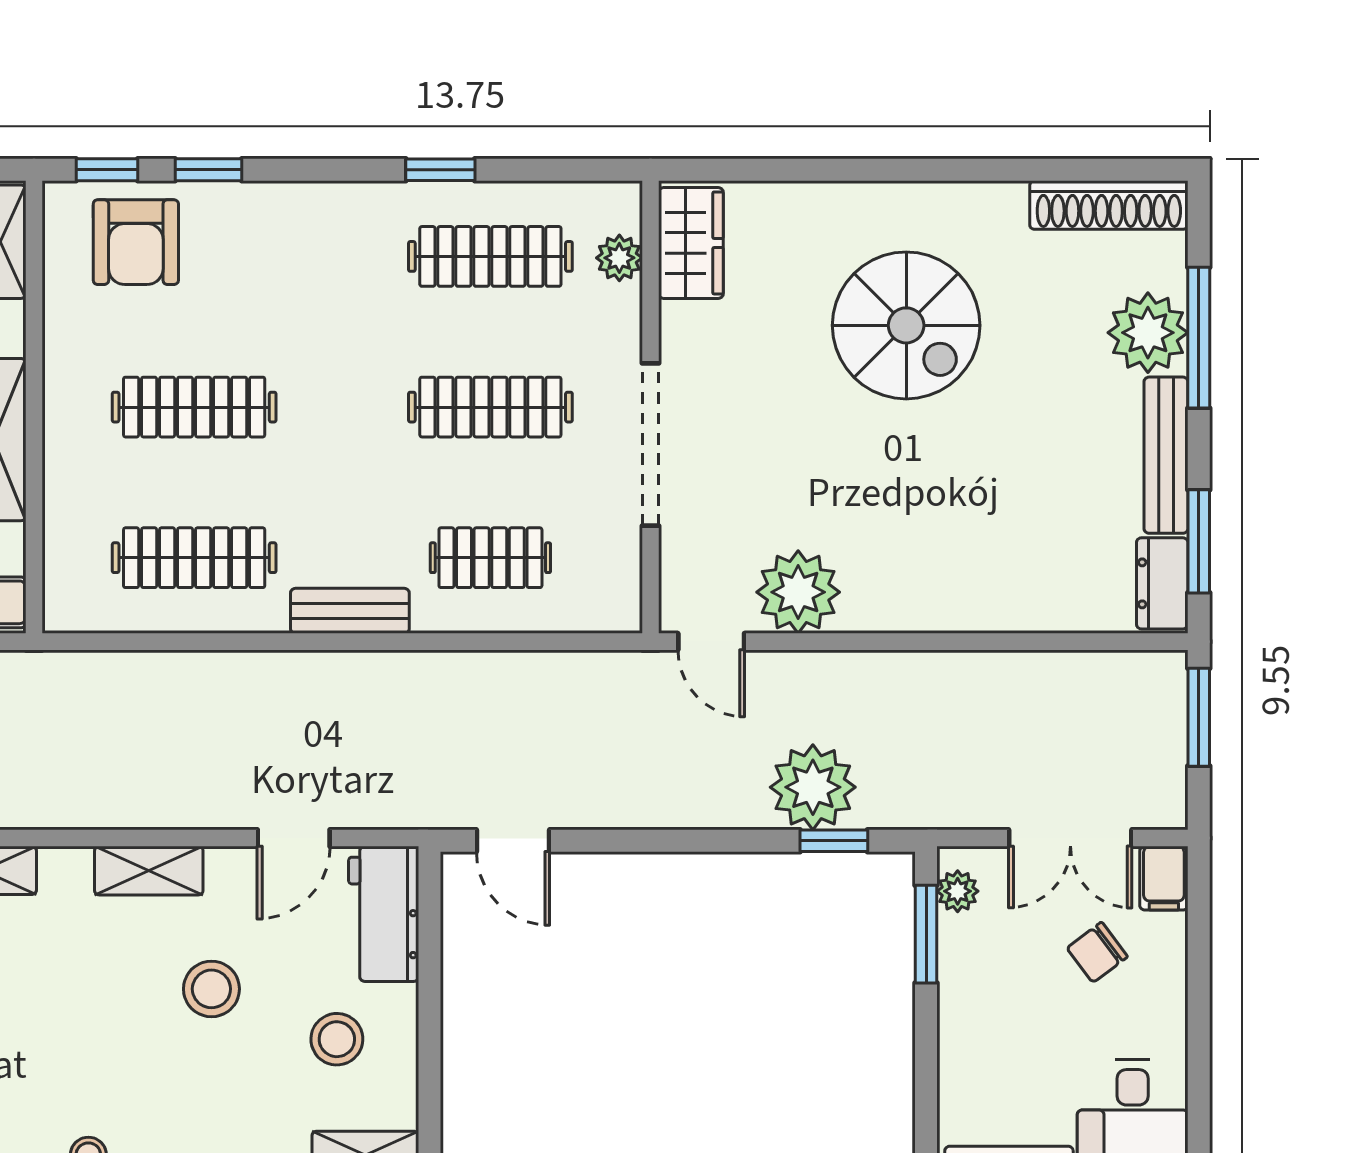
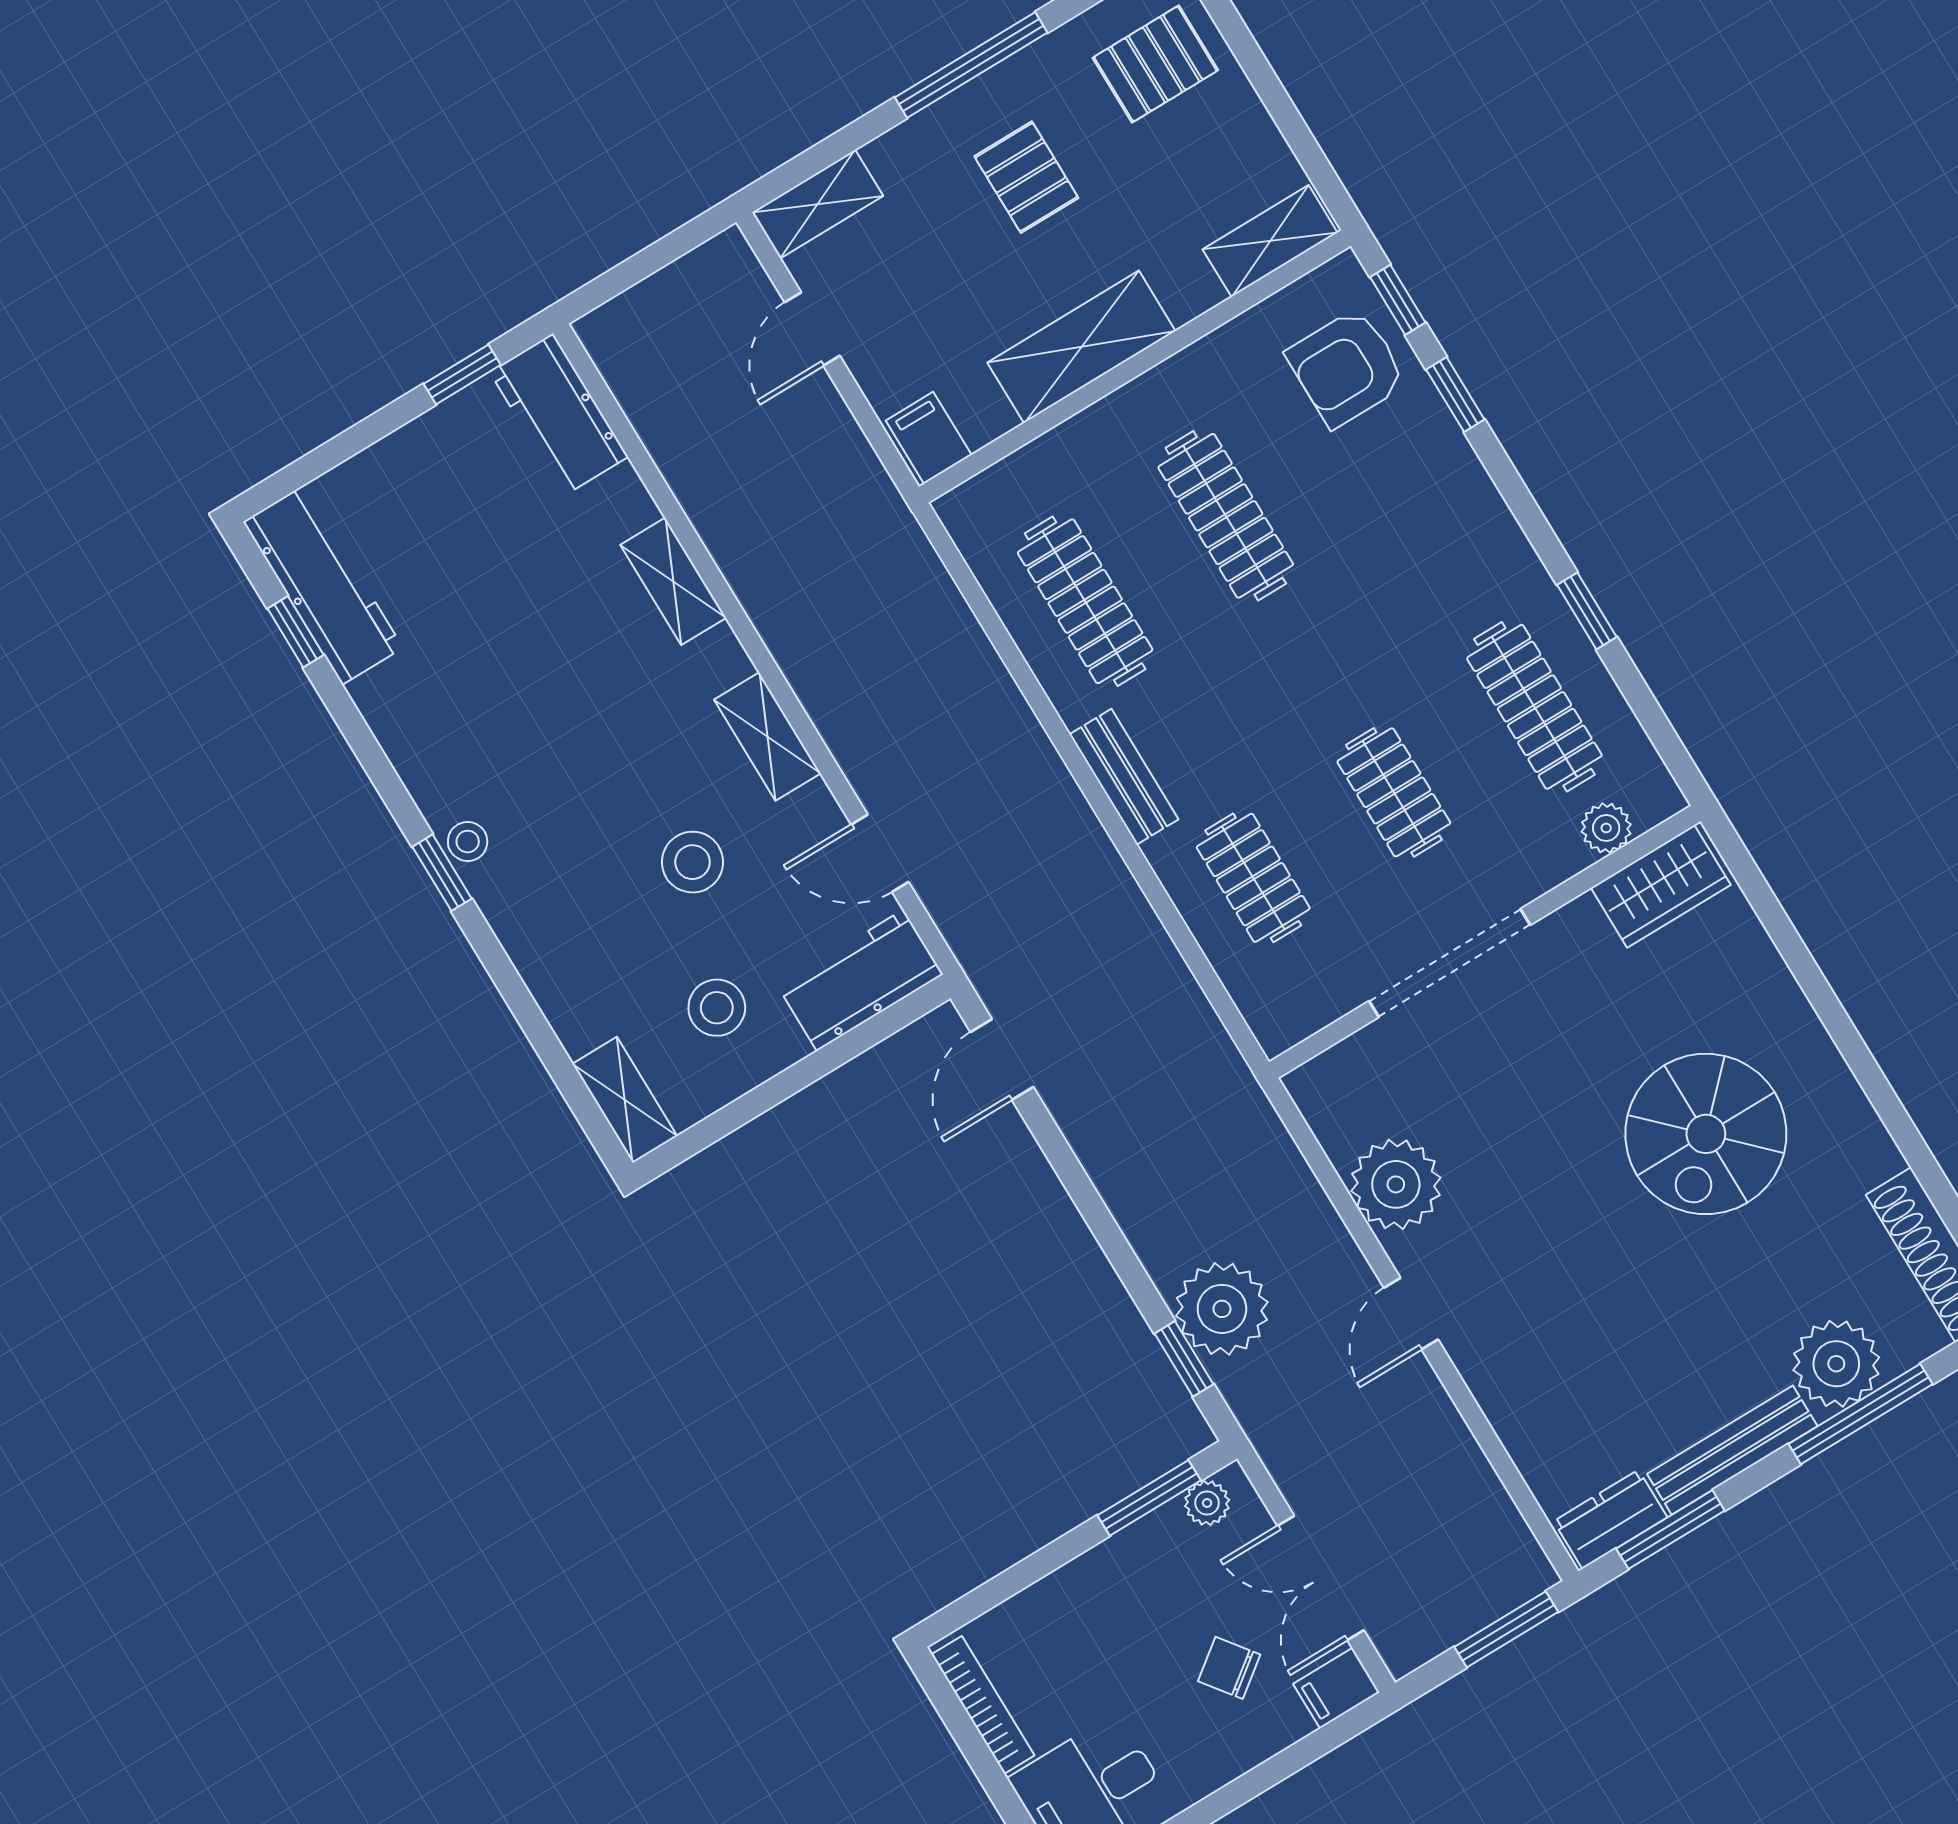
clothes rail: (490, 407) -> (1394, 792), width x0.73
door: (711, 642) -> (1411, 1314), moved

